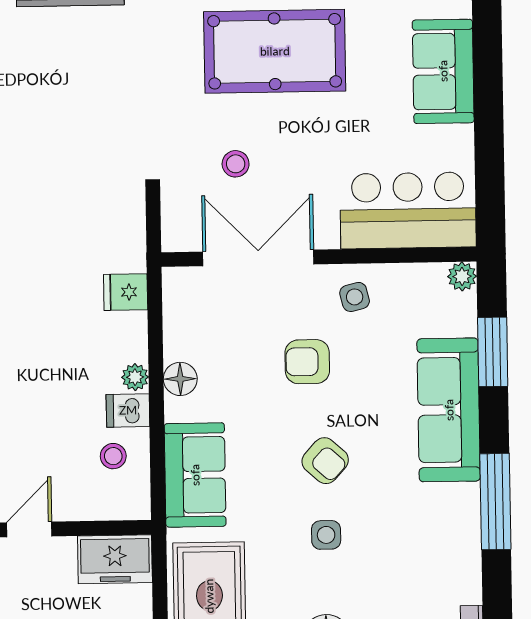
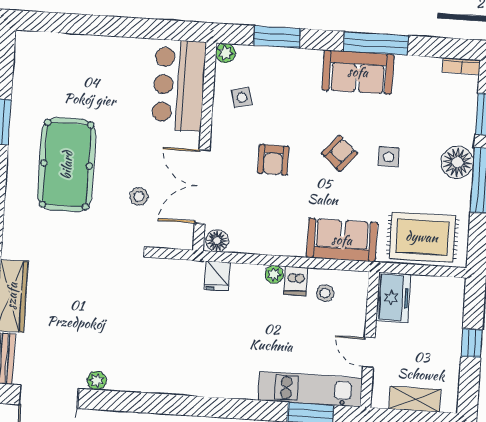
sofa: (443, 71) -> (89, 54), removed
side table: (355, 297) -> (242, 97), moved
floor lamp: (180, 379) -> (217, 241), moved
sofa: (449, 410) -> (358, 72), moved, width x0.73

